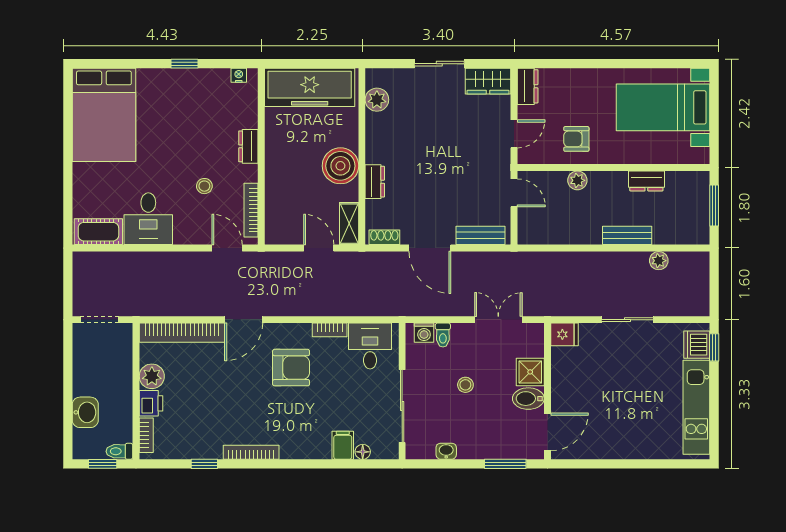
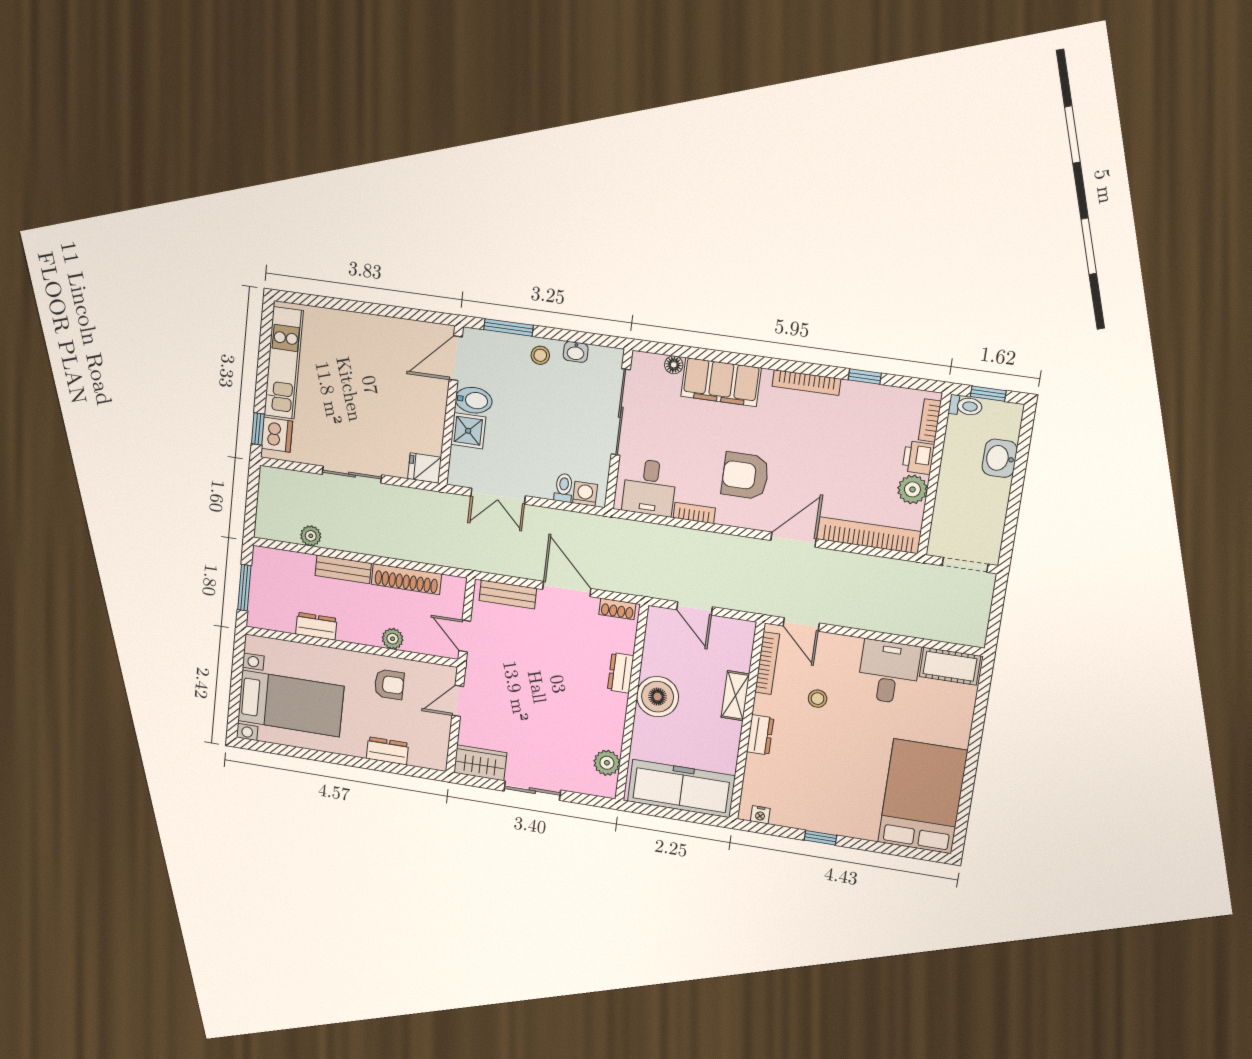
dresser: (528, 86) -> (387, 751), moved, turned 90
shelving: (349, 224) -> (735, 696), moved
shoe rack: (570, 235) -> (406, 579), added
stool: (465, 385) -> (540, 355), moved
filing cabinet: (343, 445) -> (721, 382), width x3.00, depth x1.17

